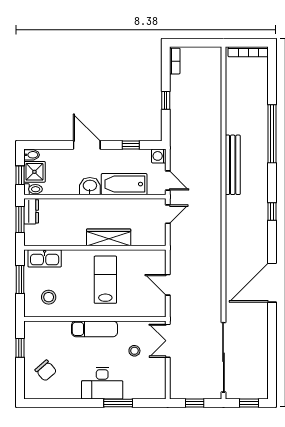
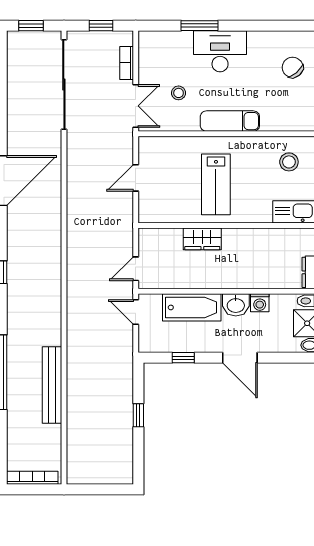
bookcase: (175, 61) -> (127, 63), moved
washing machine: (159, 156) -> (260, 303), moved, turned 90
bench: (233, 165) -> (52, 385), moved
wardrobe: (109, 237) -> (202, 239), width x0.67
door: (168, 285) -> (136, 178), swing flipped

